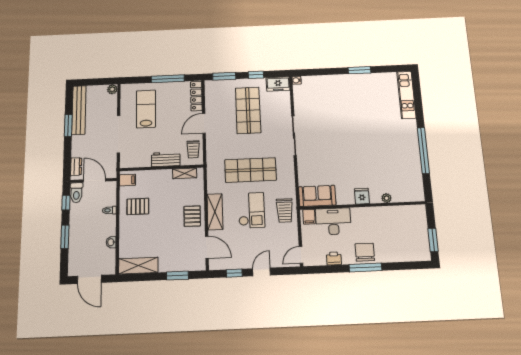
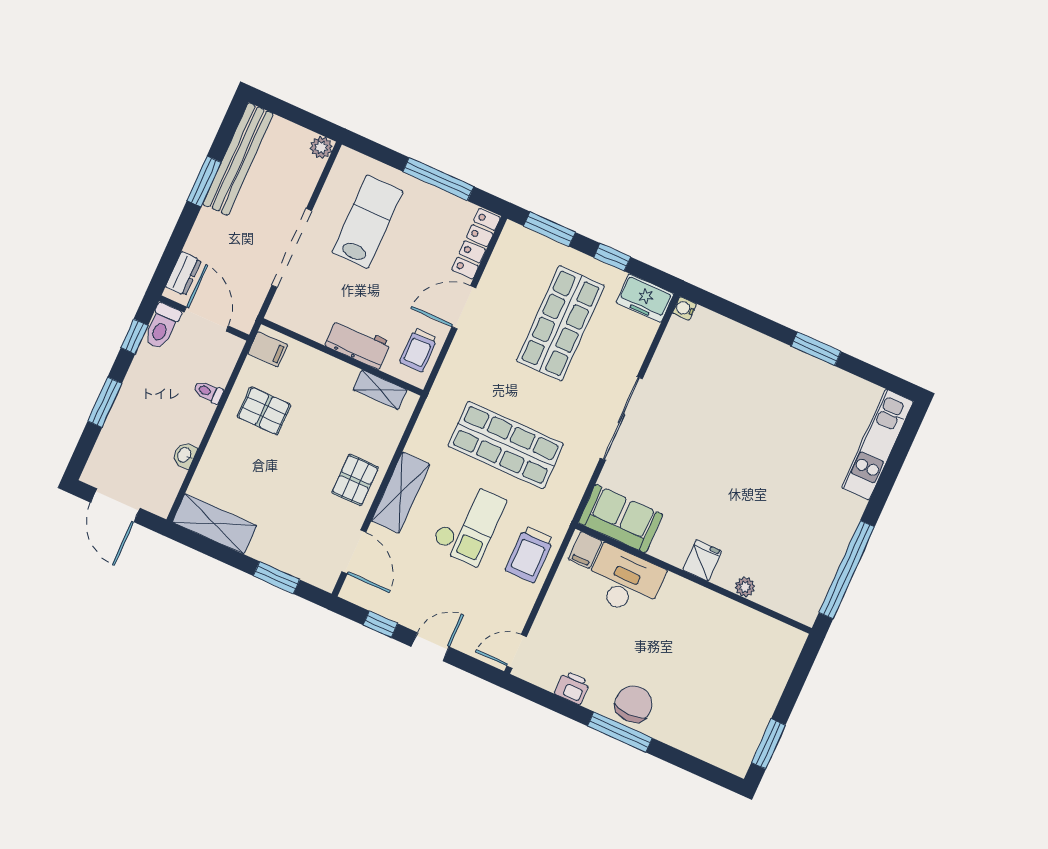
sofa: (317, 196) -> (620, 519), moved
fridge: (362, 196) -> (702, 560), moved
plant: (386, 198) -> (745, 587), moved
wall: (362, 205) -> (694, 578), moved
filing cabinet: (309, 217) -> (585, 550), moved
desk: (333, 221) -> (625, 581), moved

